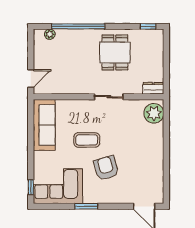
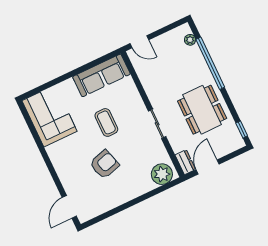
dining table: (115, 52) -> (202, 110), width x1.37
door: (166, 71) -> (208, 167), added
armchair: (106, 168) -> (104, 164), moved
window: (31, 187) -> (36, 91), removed
window: (86, 206) -> (43, 152), removed

